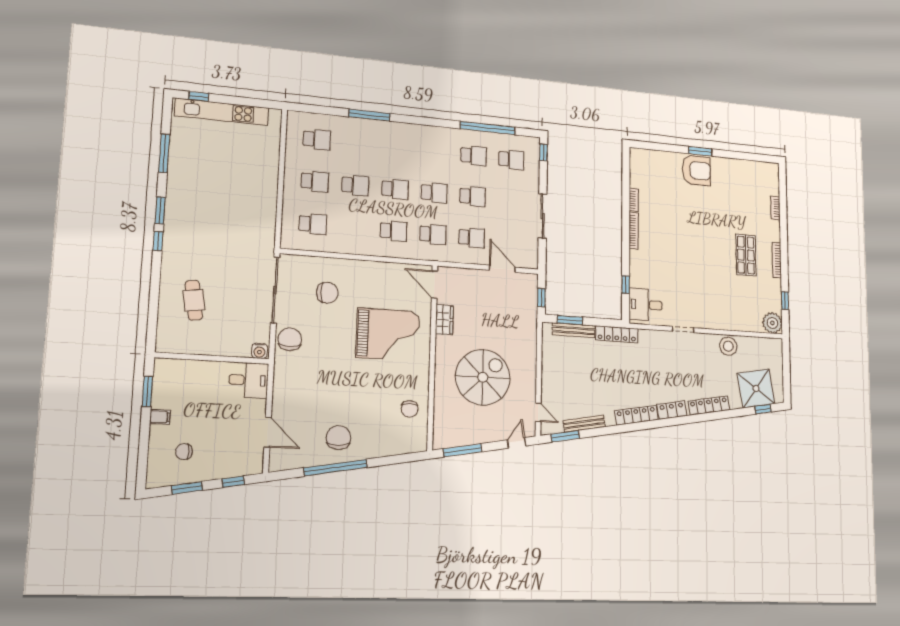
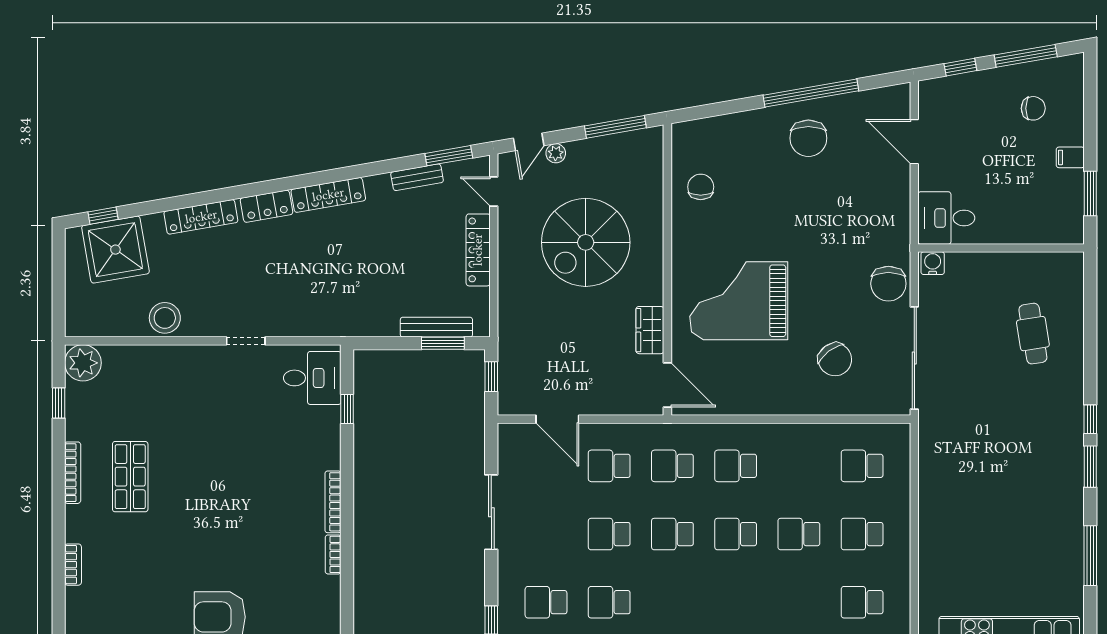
chair: (327, 293) -> (835, 359), turned -127
locker: (617, 334) -> (478, 250), moved, turned -90
bench: (584, 424) -> (417, 177), width x0.73
plant: (500, 435) -> (556, 153), added
window: (187, 488) -> (1026, 56), width x1.44

